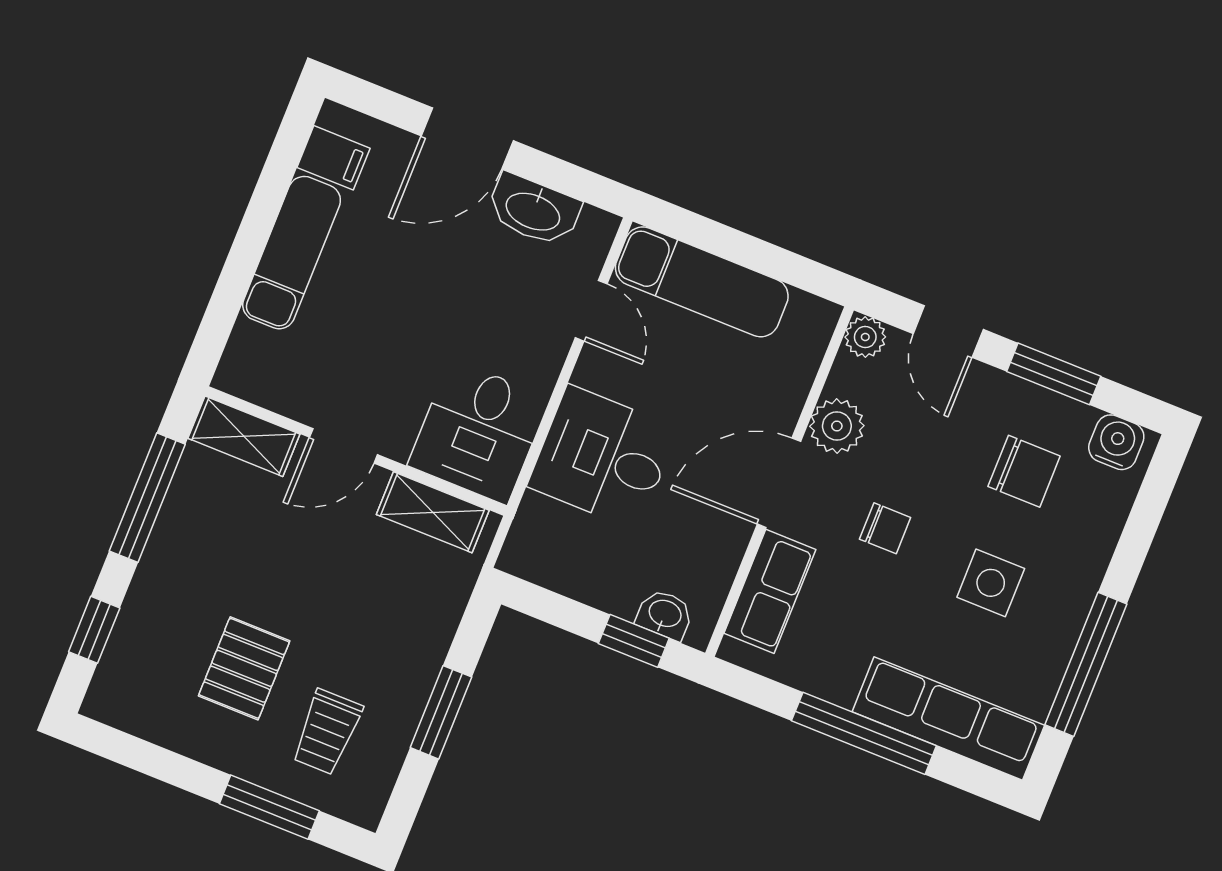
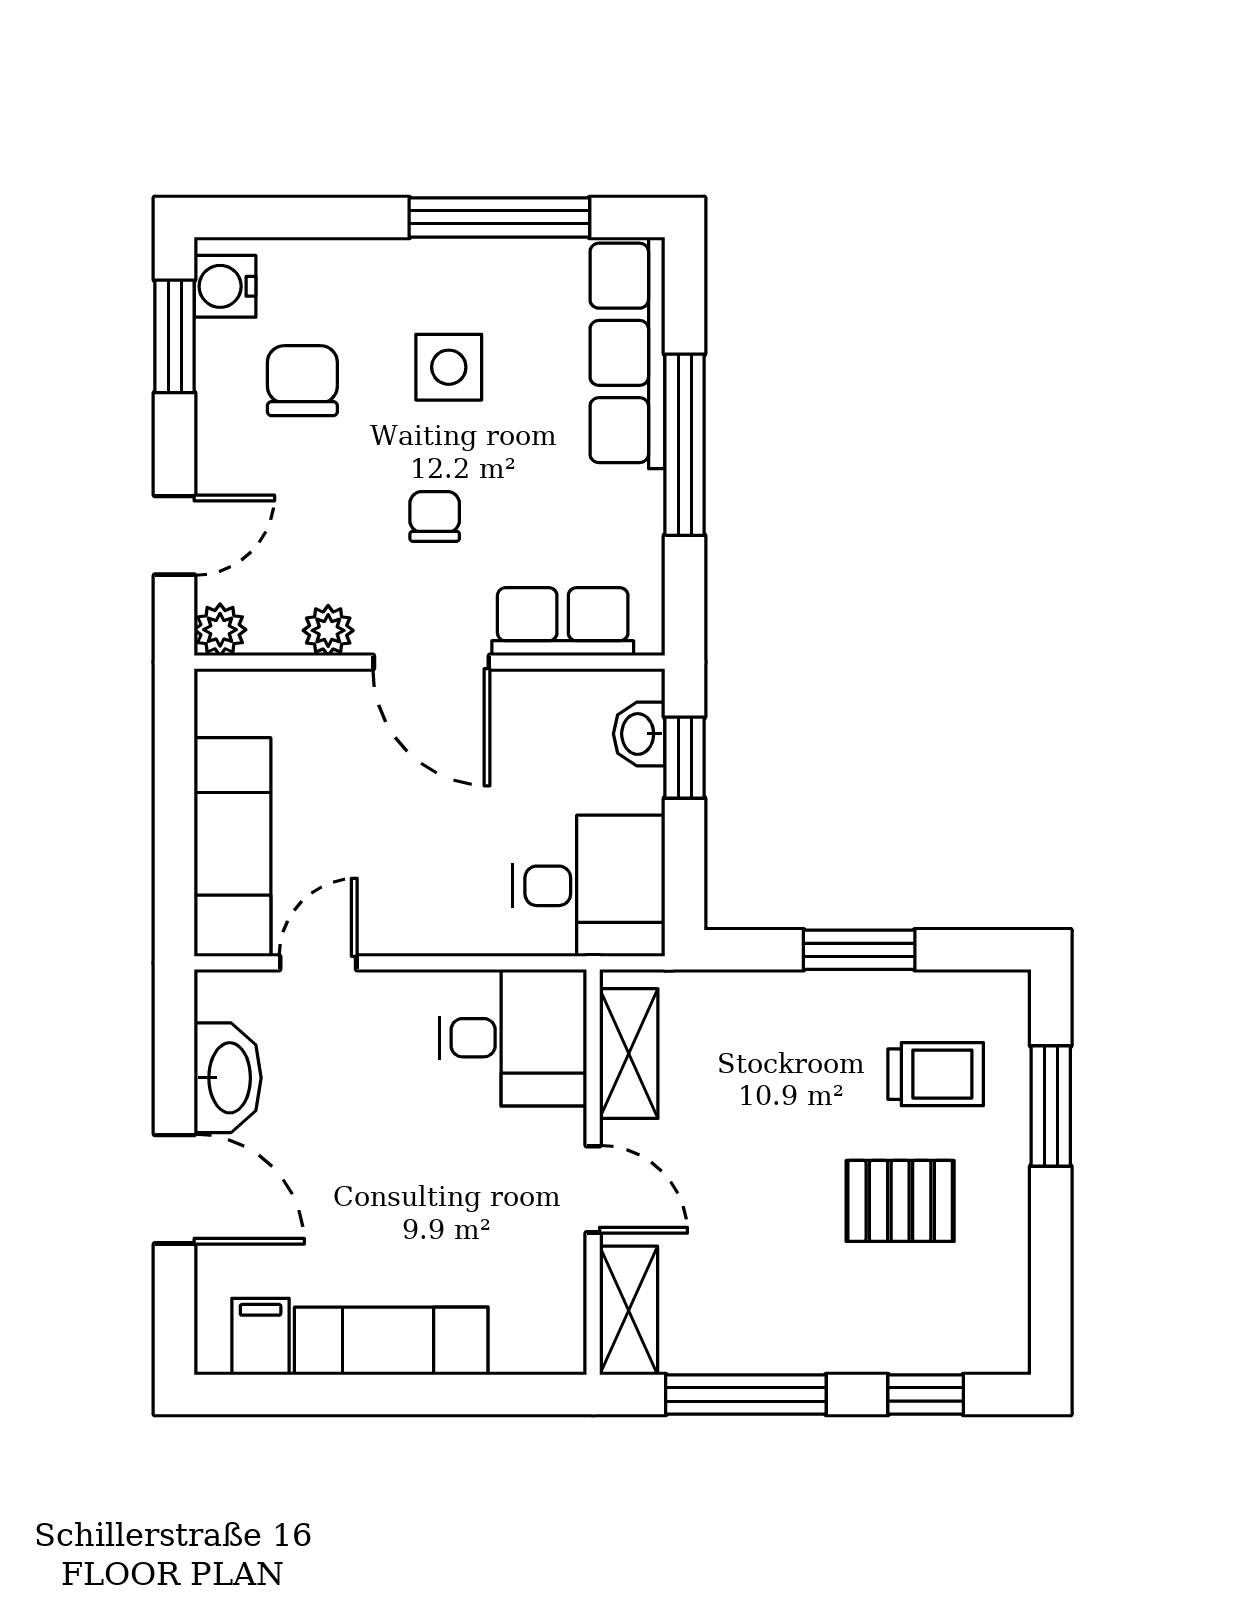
window: (1054, 374) -> (175, 336), moved
plant: (837, 426) -> (328, 630), width x0.73, depth x0.73
desk: (603, 457) -> (589, 886), moved, turned -90

